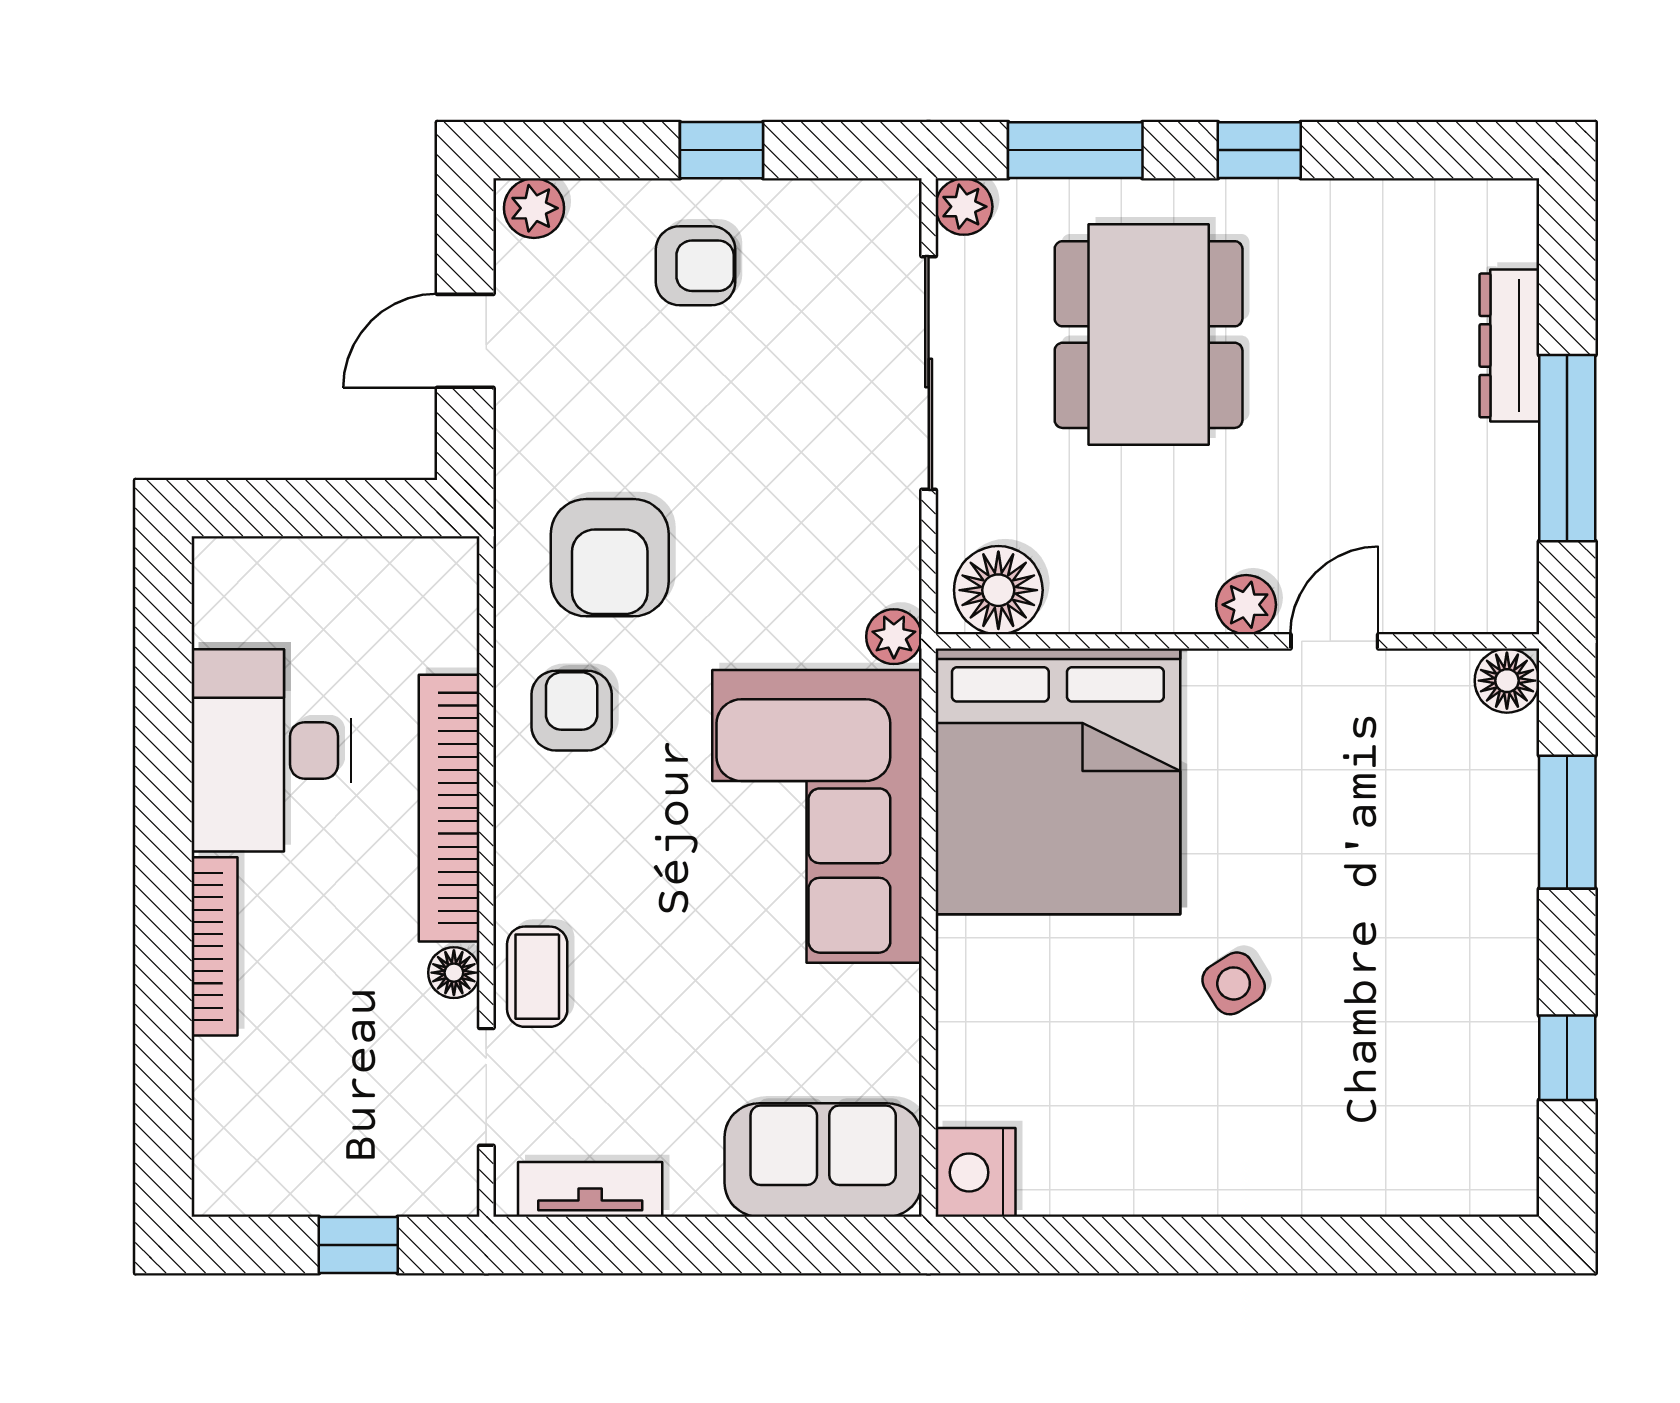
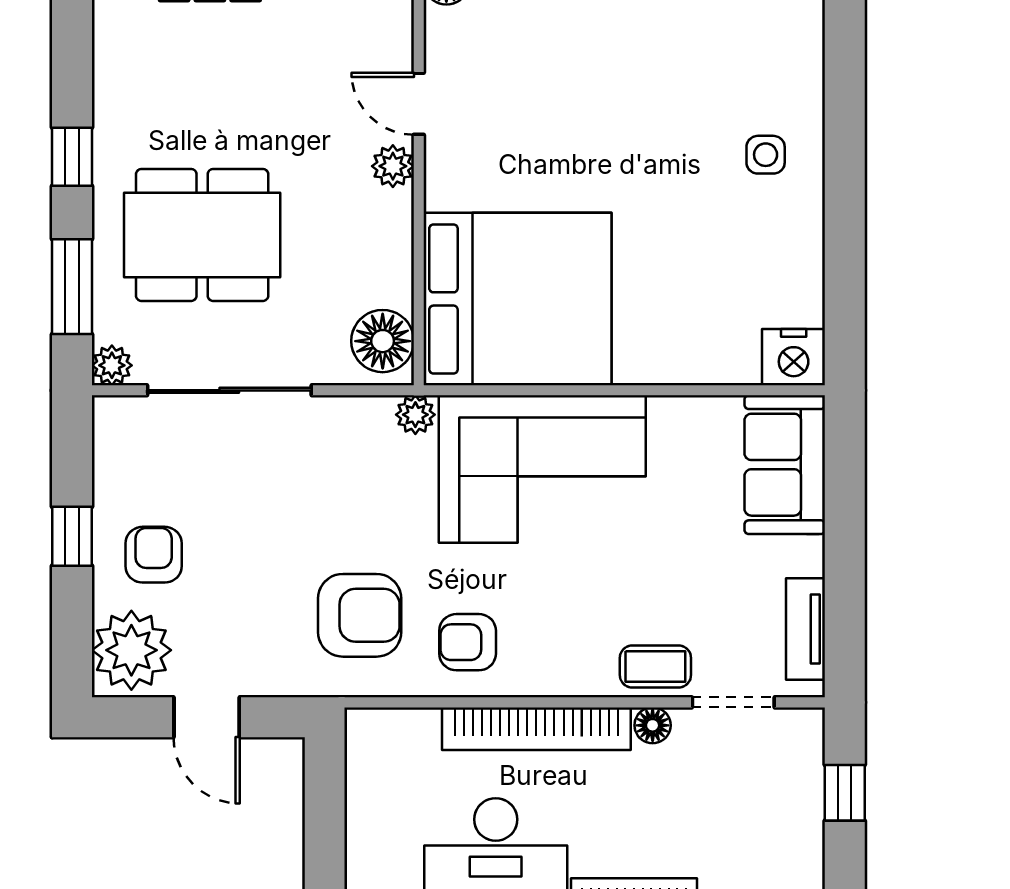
plant: (534, 208) -> (131, 650), width x1.88, depth x1.88
side table: (1234, 983) -> (766, 155), moved, turned 32

